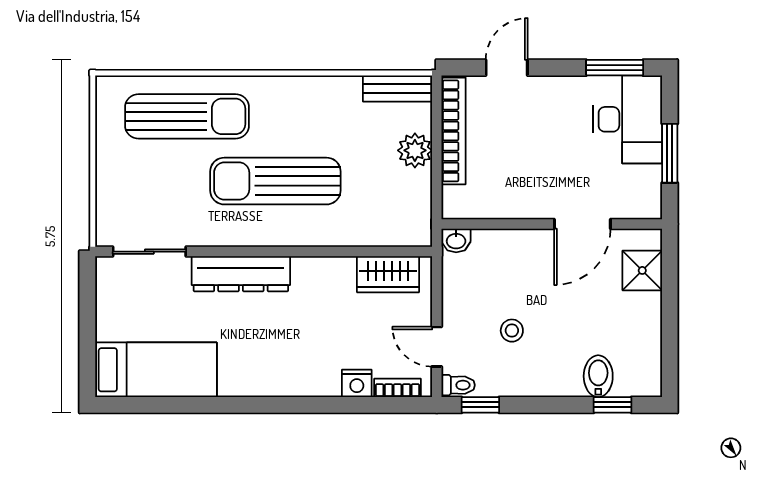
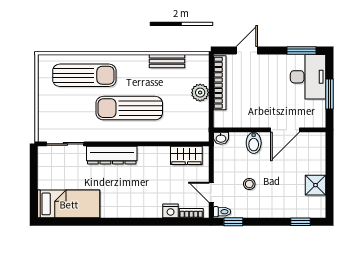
bench: (398, 89) -> (167, 61), moved
shower: (642, 270) -> (316, 185), moved
bidet: (598, 376) -> (254, 143), moved, turned 180

